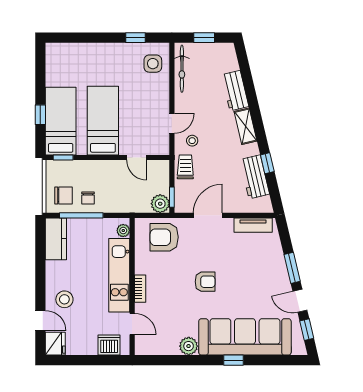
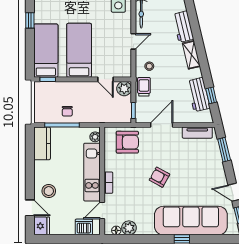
window: (40, 115) -> (30, 20), moved
door: (172, 123) -> (133, 41), moved
window: (267, 163) -> (211, 95), moved
chair: (63, 196) -> (48, 109), removed
plant: (160, 204) -> (124, 89), moved
armchair: (164, 237) -> (127, 142), turned 180
window: (292, 268) -> (224, 150), moved
armchair: (205, 282) -> (159, 177), turned -151
door: (132, 324) -> (102, 210), swing flipped
plant: (189, 346) -> (129, 228), moved
floor lamp: (150, 349) -> (116, 230), added

